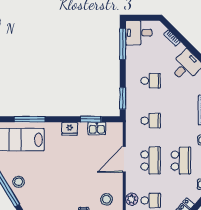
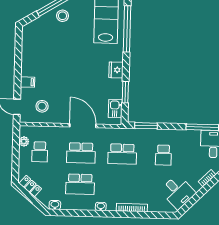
window: (30, 119) -> (127, 29), width x1.46
school desk: (151, 121) -> (122, 154), width x1.85
kitchen sink: (97, 128) -> (115, 109), moved
plant: (132, 199) -> (41, 132), removed

